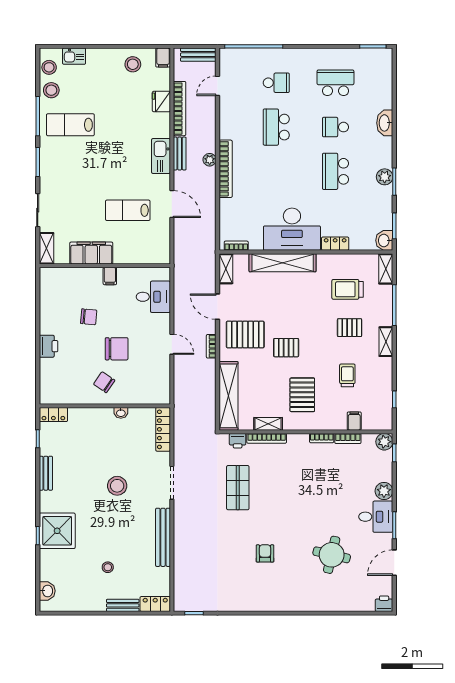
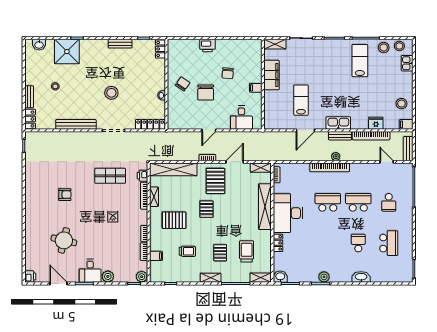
school desk: (335, 171) -> (328, 202), moved
shower: (57, 531) -> (67, 52), moved

